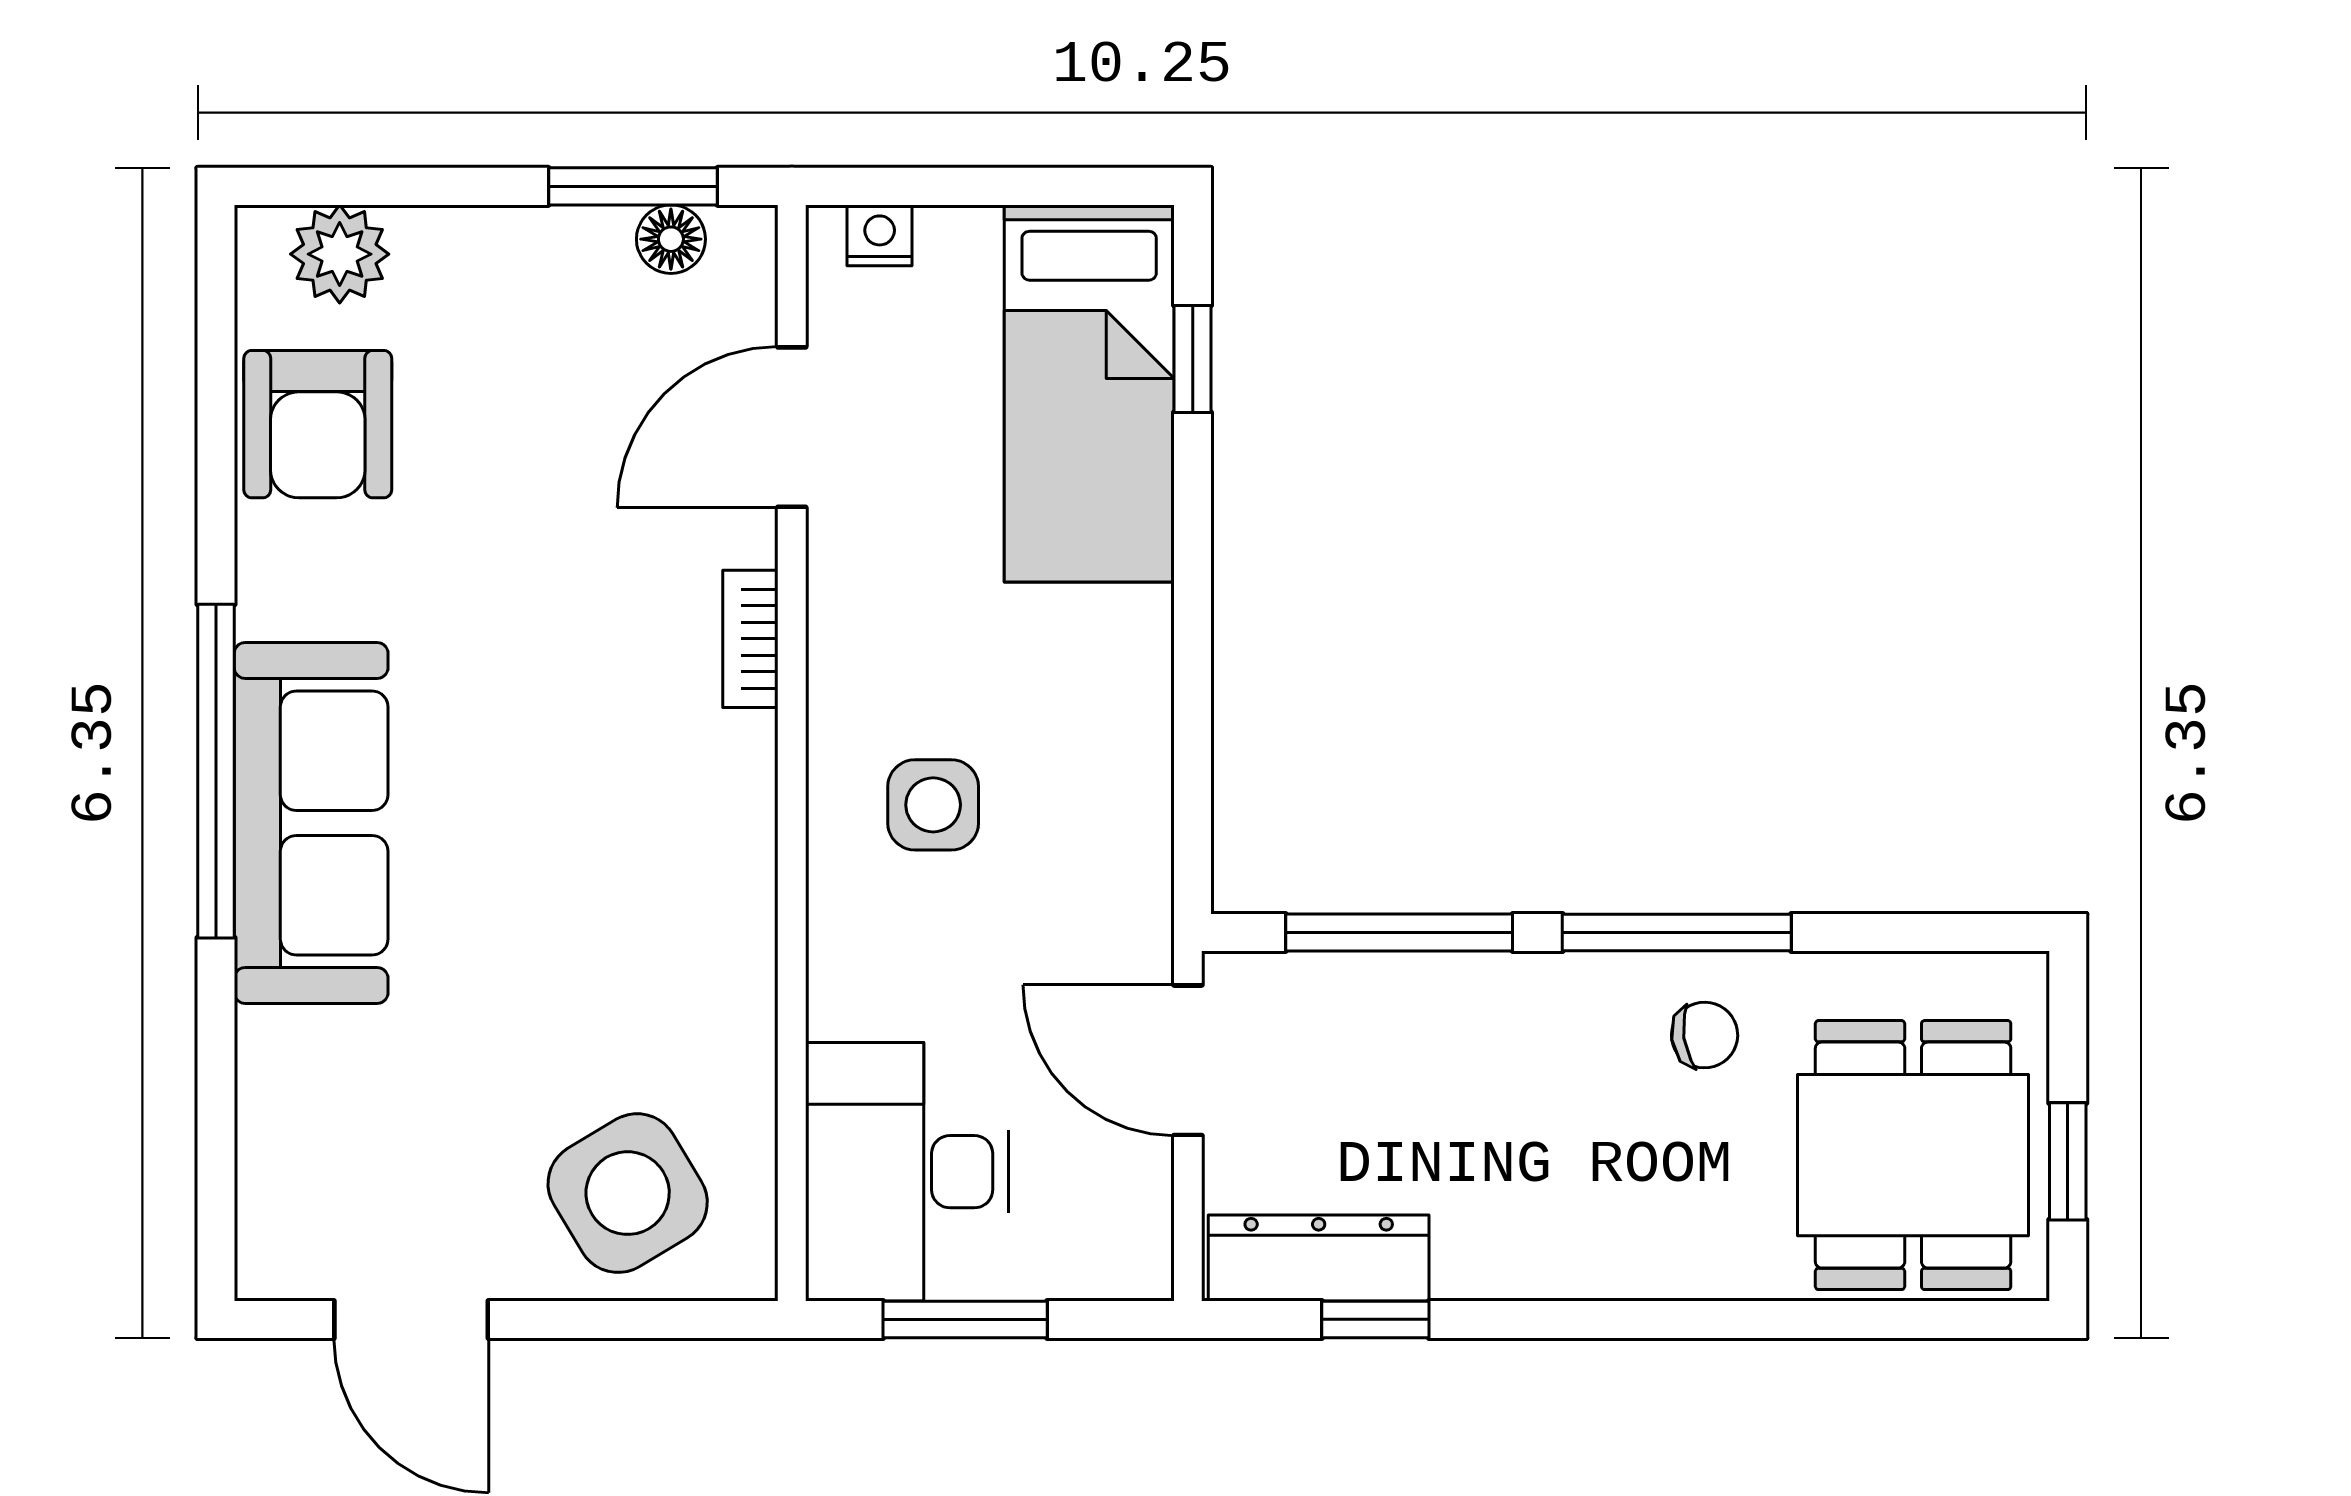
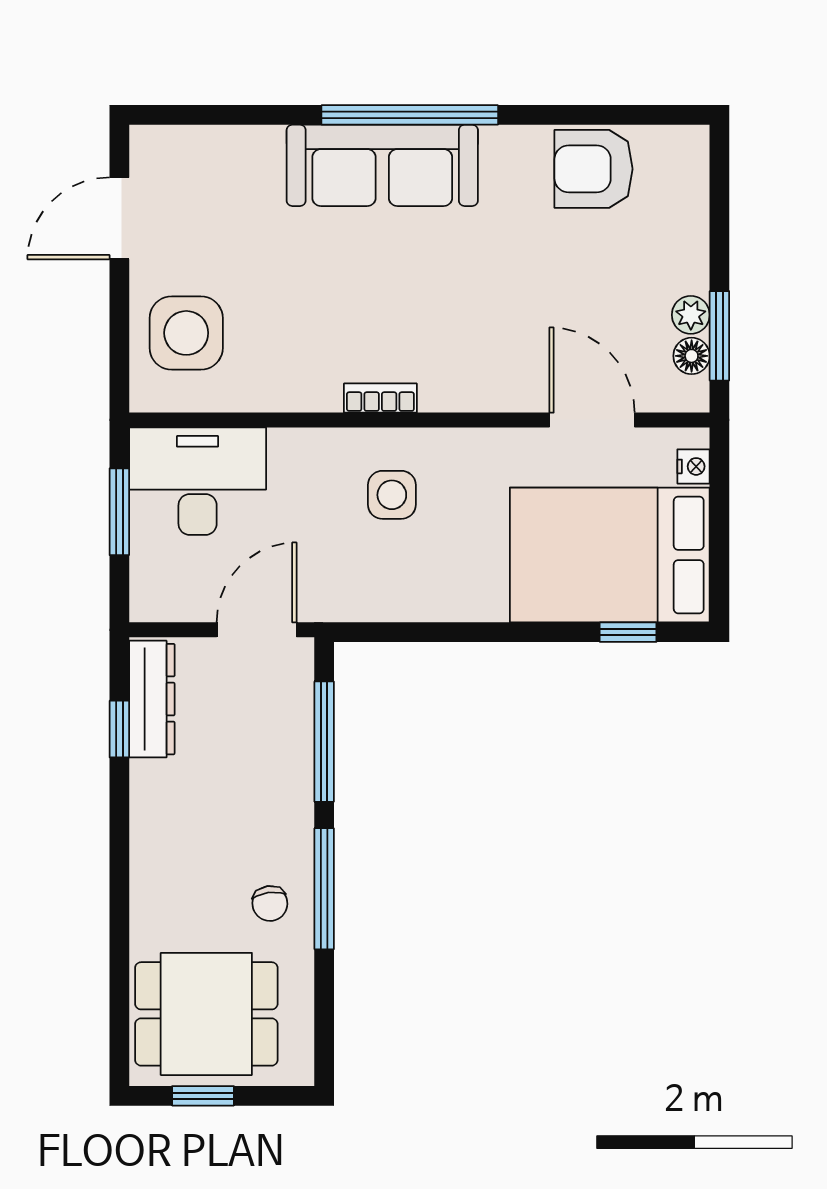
plant: (340, 254) -> (691, 315), moved, width x0.73, depth x0.73
bed: (1089, 393) -> (610, 555), width x1.50
bookcase: (750, 639) -> (380, 398), moved
side table: (628, 1193) -> (186, 333), turned 31

